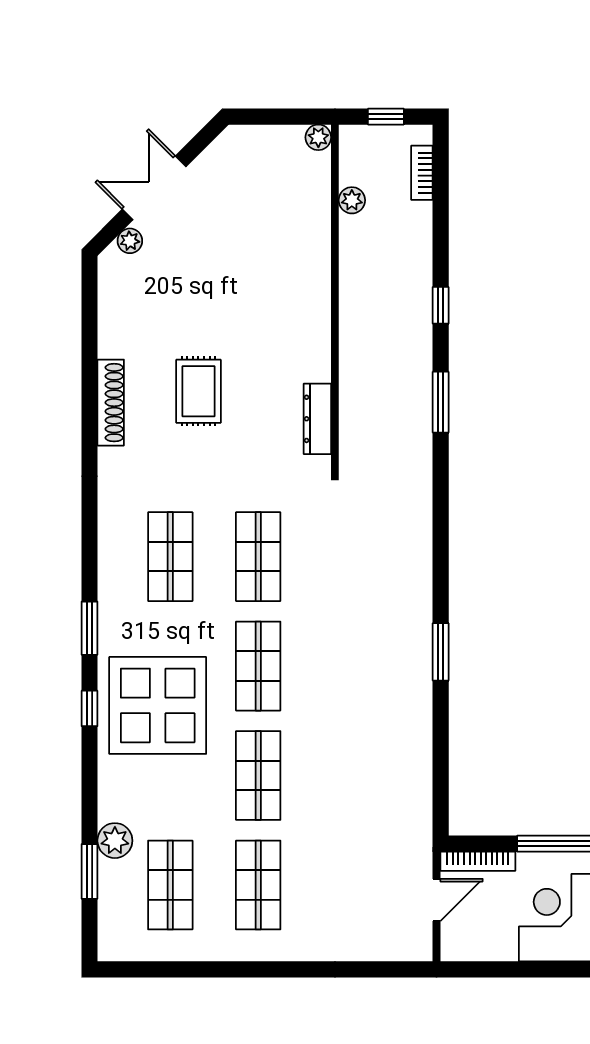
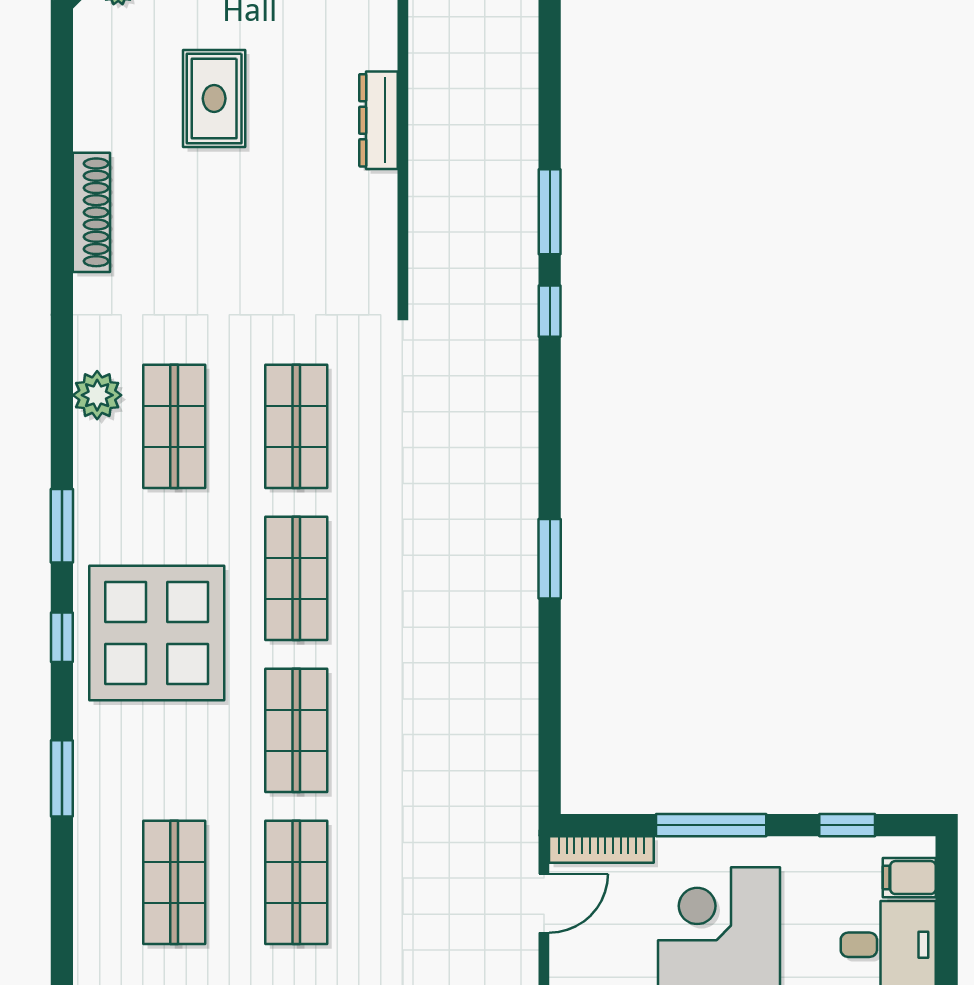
window: (441, 305) -> (550, 311), moved
rug: (198, 391) -> (214, 99), moved
dresser: (317, 419) -> (378, 120), moved
plant: (115, 841) -> (97, 395), moved
window: (89, 871) -> (62, 778), moved

